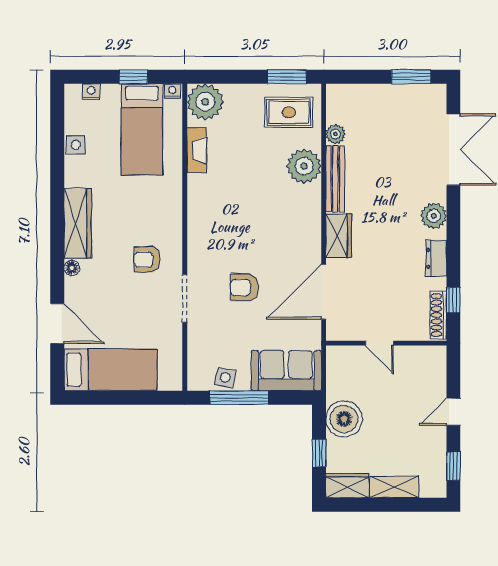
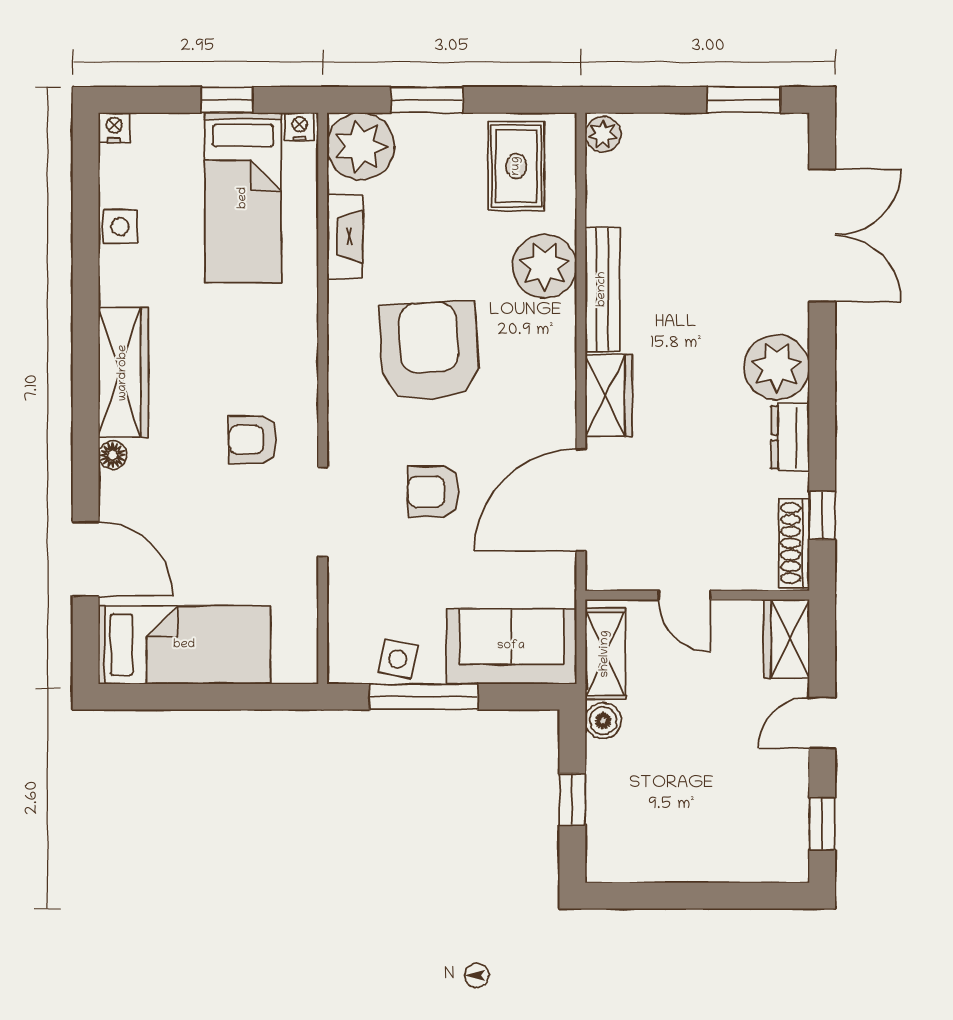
window: (287, 77) -> (427, 100), moved
nightstand: (91, 92) -> (114, 127), moved
rug: (289, 112) -> (516, 166), turned 90
plant: (335, 134) -> (603, 134), moved
armchair: (242, 212) -> (429, 351), added
plant: (434, 216) -> (777, 367), width x1.36, depth x1.36
boiler: (344, 419) -> (603, 721), width x0.54, depth x0.54
wardrobe: (347, 486) -> (787, 639), moved, turned -90
shelving: (394, 487) -> (605, 654), moved, turned 90

